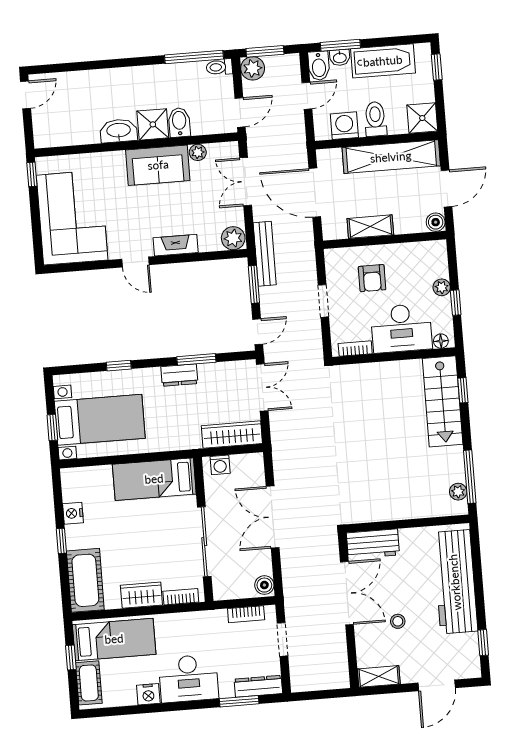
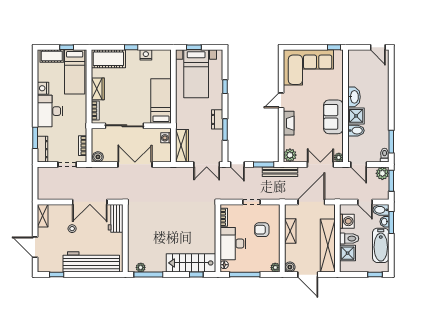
window: (194, 57) -> (391, 142), width x0.69
shower: (422, 118) -> (348, 253), moved
plant: (198, 152) -> (339, 158), moved
plant: (442, 287) -> (275, 268), moved
window: (456, 303) -> (245, 275), width x2.17

